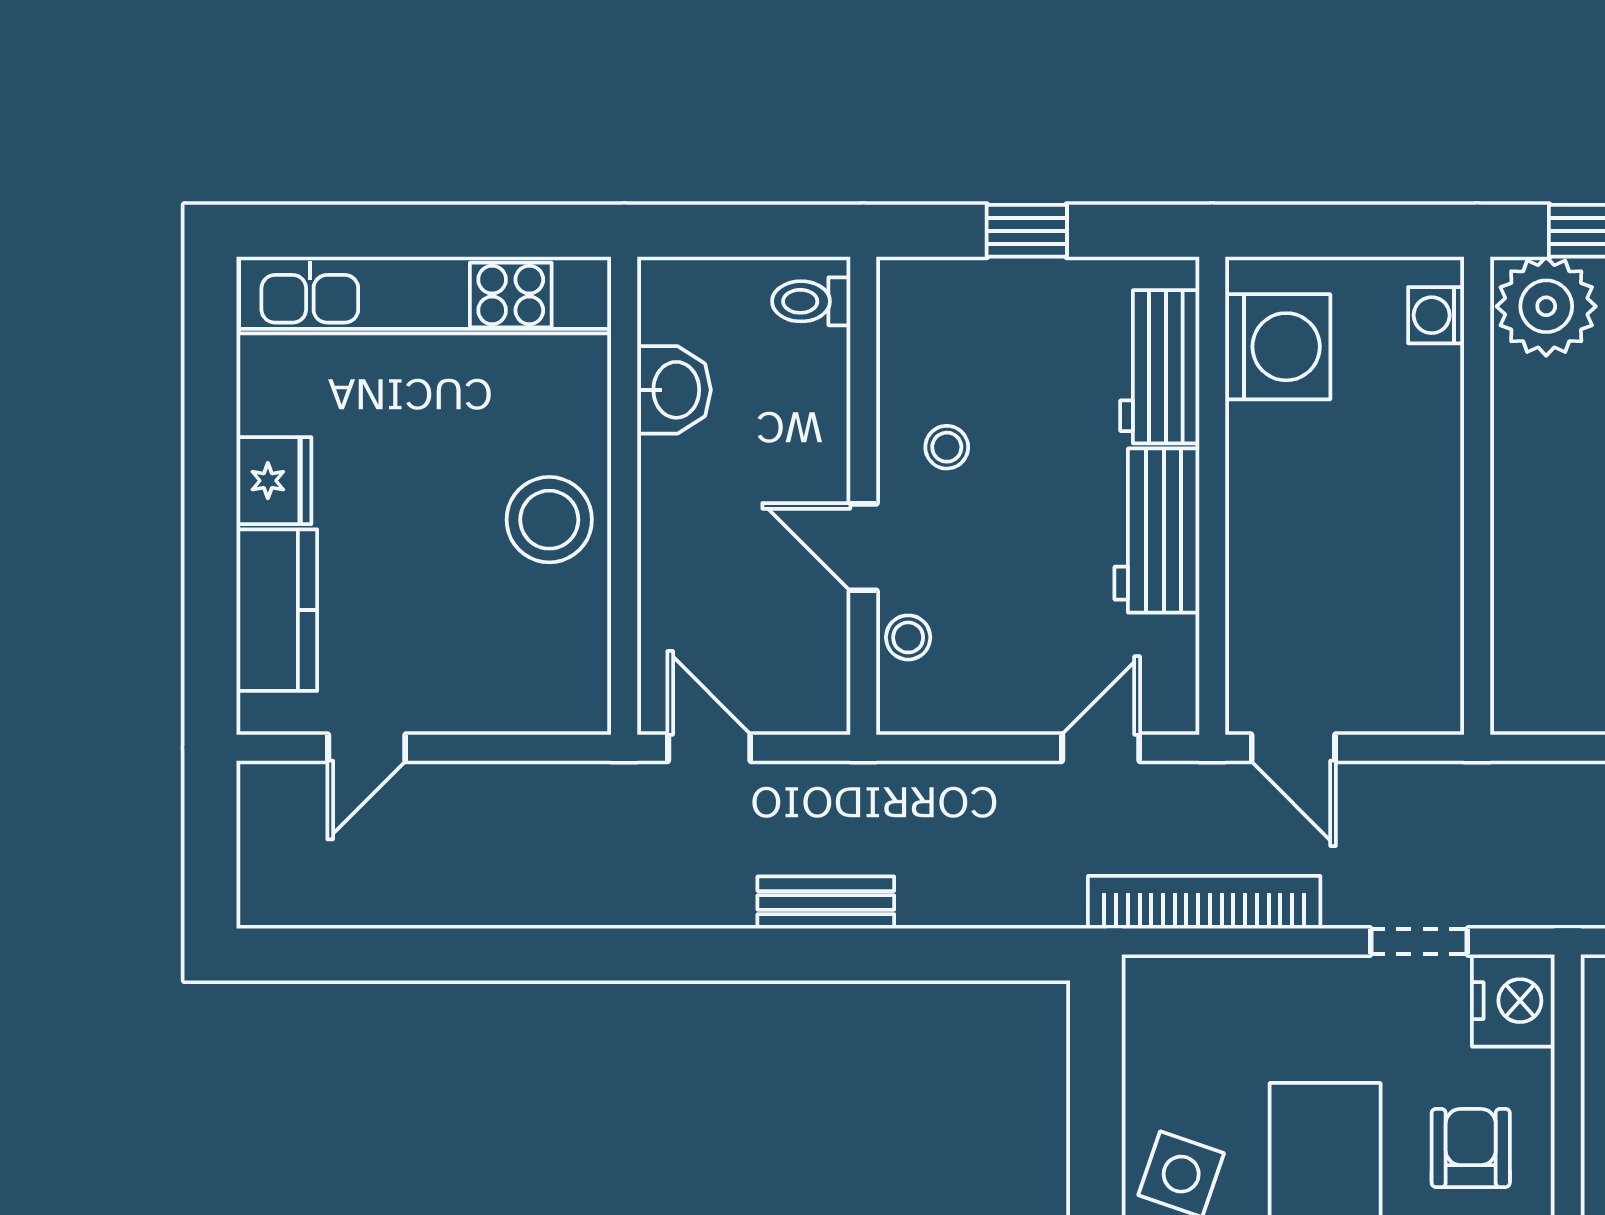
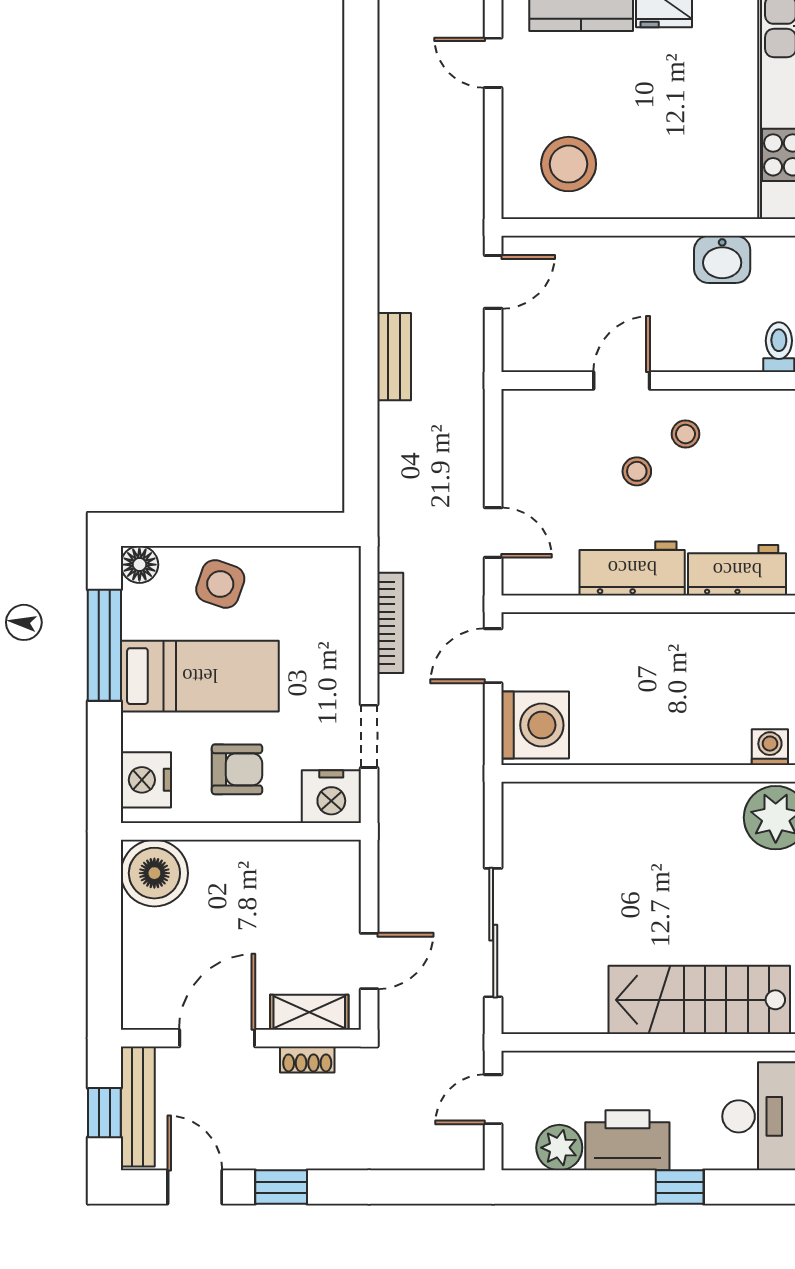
washing machine: (1278, 347) -> (535, 725), moved, turned -90
stool: (549, 520) -> (569, 164), moved
stool: (908, 637) -> (637, 471), moved
bookcase: (1204, 902) -> (390, 623), width x0.68, depth x0.76

